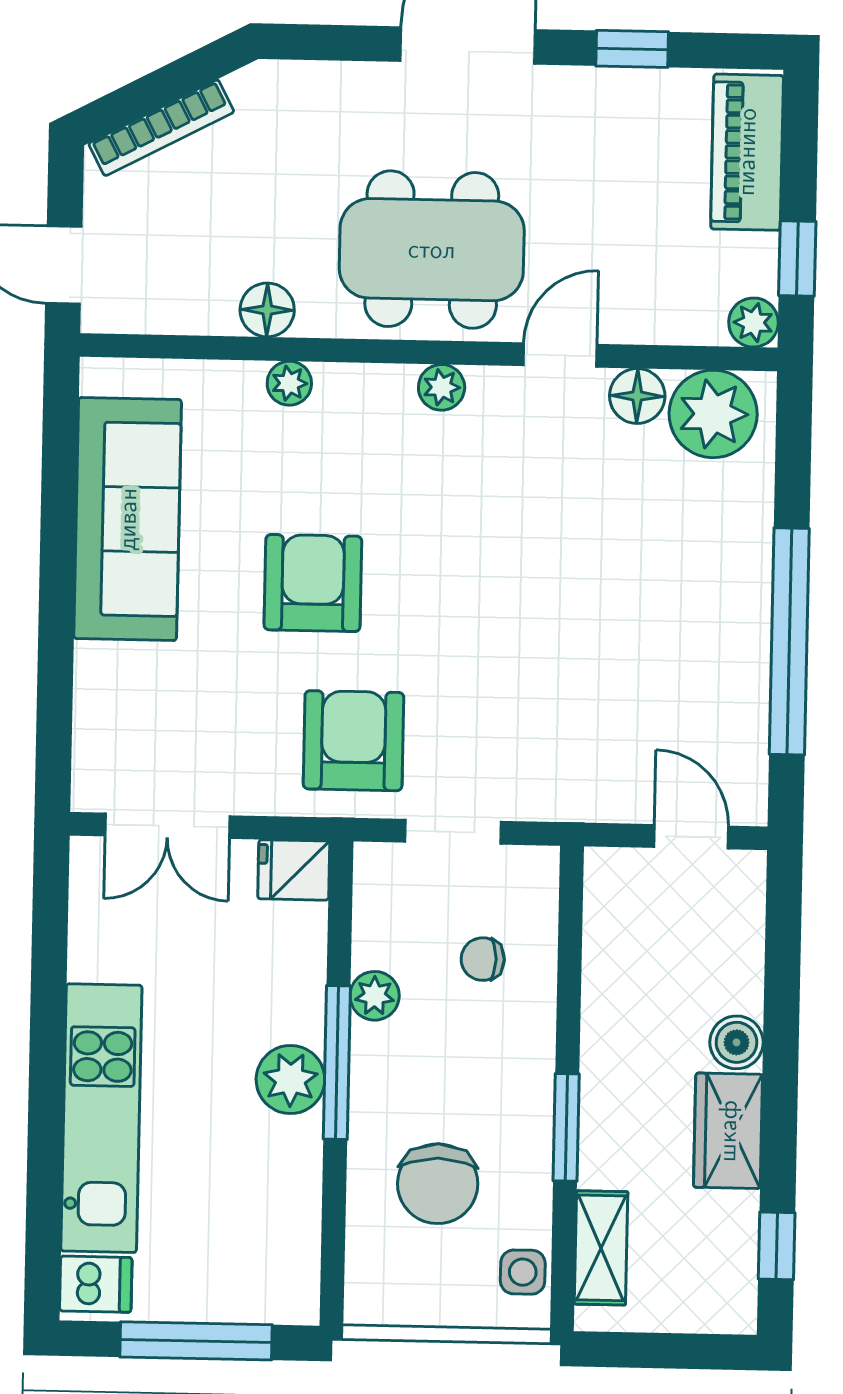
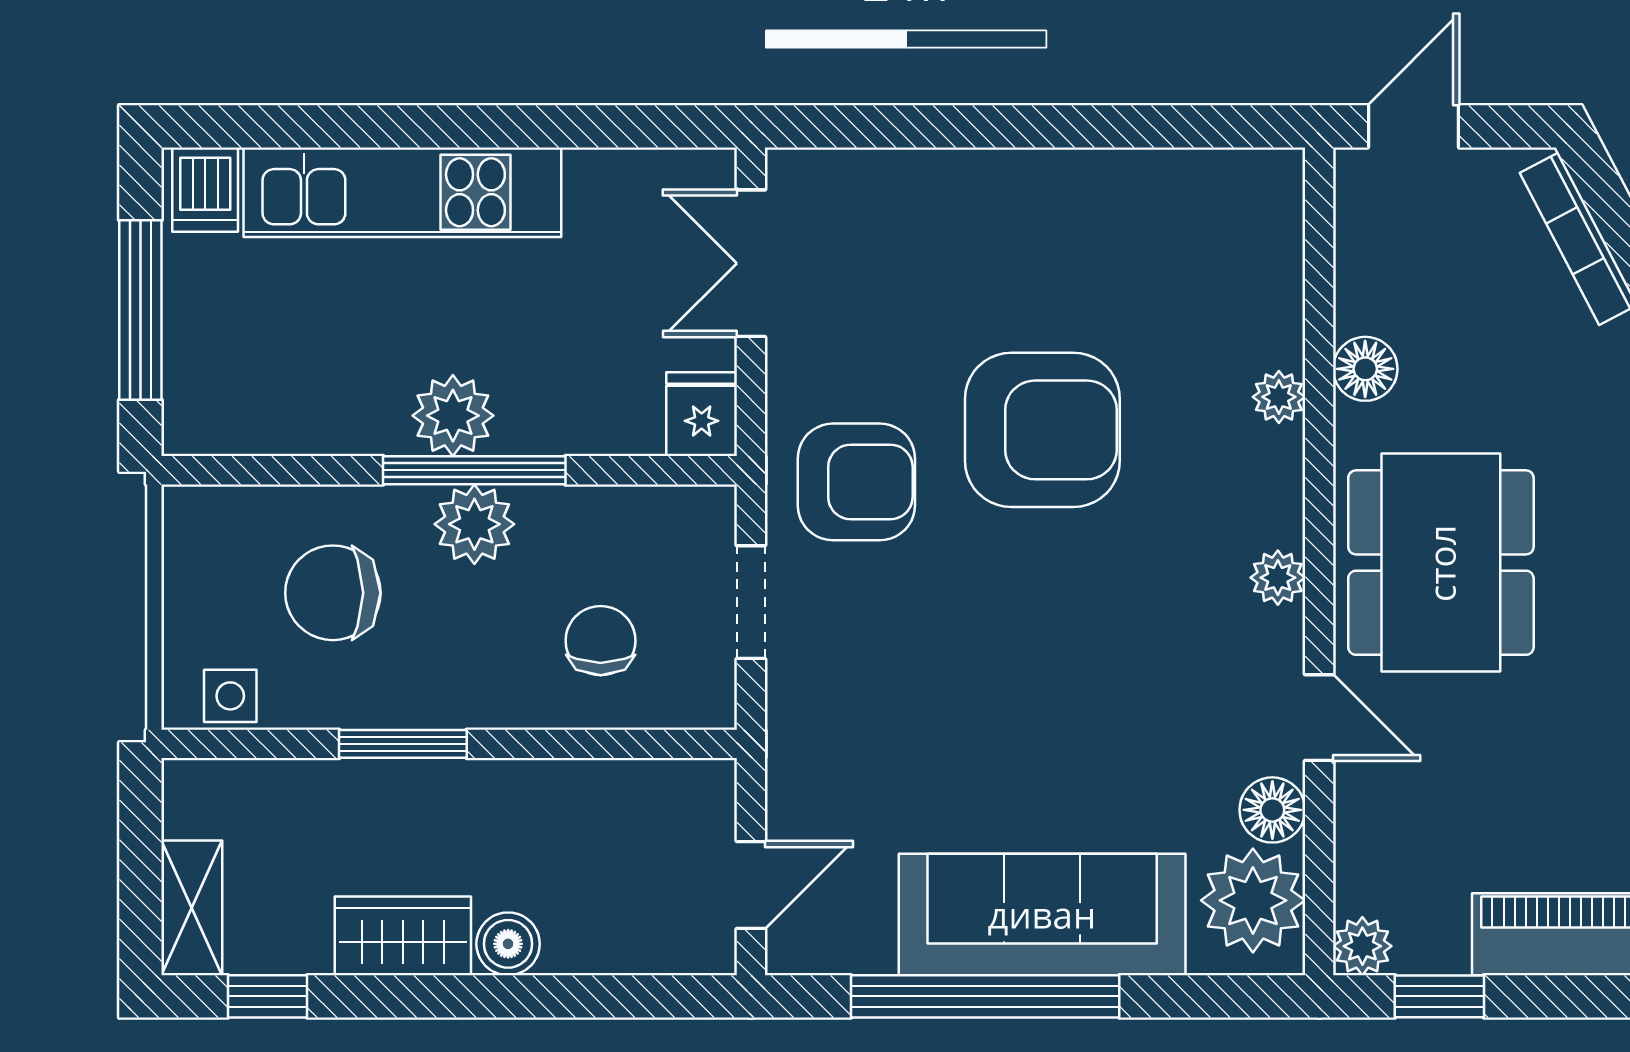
sofa: (128, 519) -> (1042, 914), moved, turned 180
armchair: (313, 583) -> (1042, 430), width x1.36, depth x1.36
chair: (483, 959) -> (601, 641), width x1.37, depth x1.37
plant: (375, 996) -> (474, 524), moved, width x1.38, depth x1.38
shelving: (601, 1248) -> (192, 908), moved, turned 90

